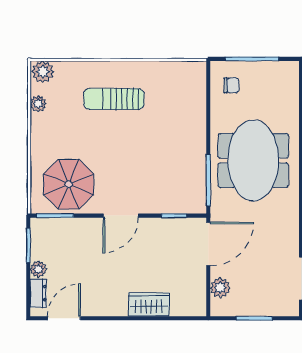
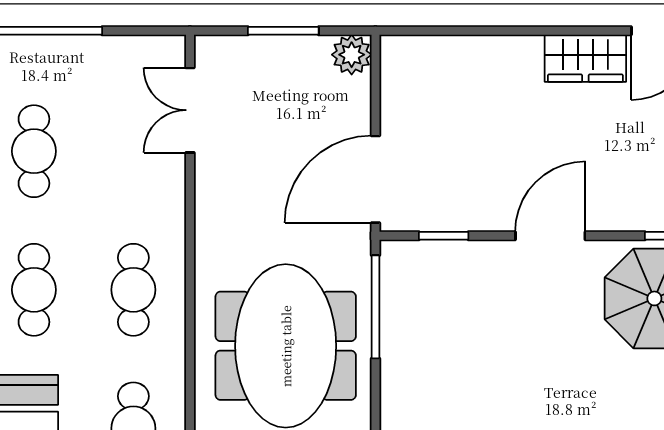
plant: (220, 288) -> (352, 55), moved
wardrobe: (149, 304) -> (585, 58), moved

